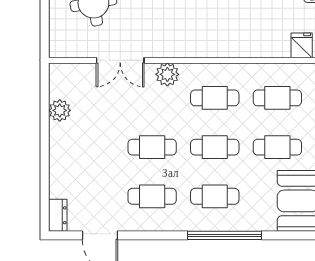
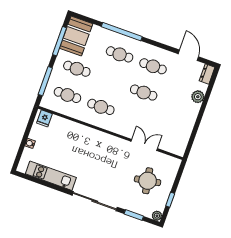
plant: (167, 74) -> (122, 128), removed
plant: (60, 110) -> (198, 97), moved
cafe table: (215, 147) -> (110, 81), removed

